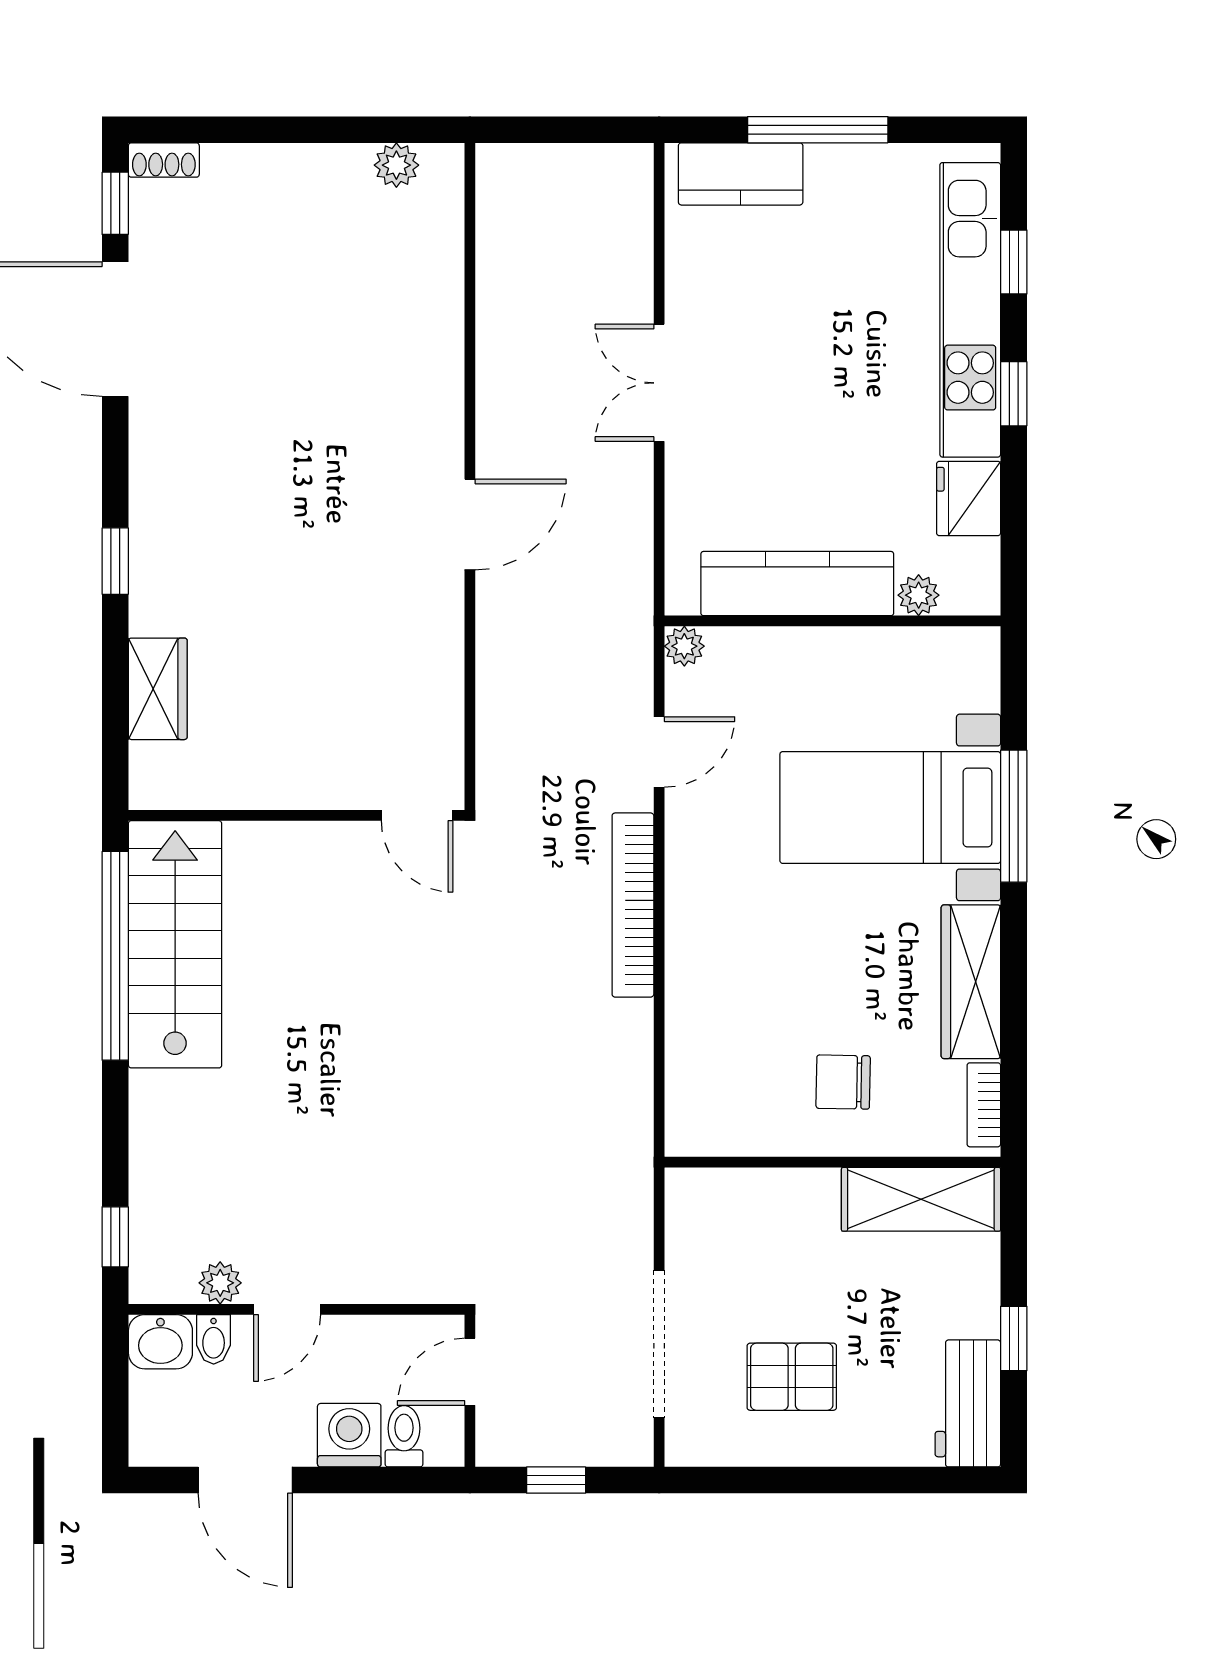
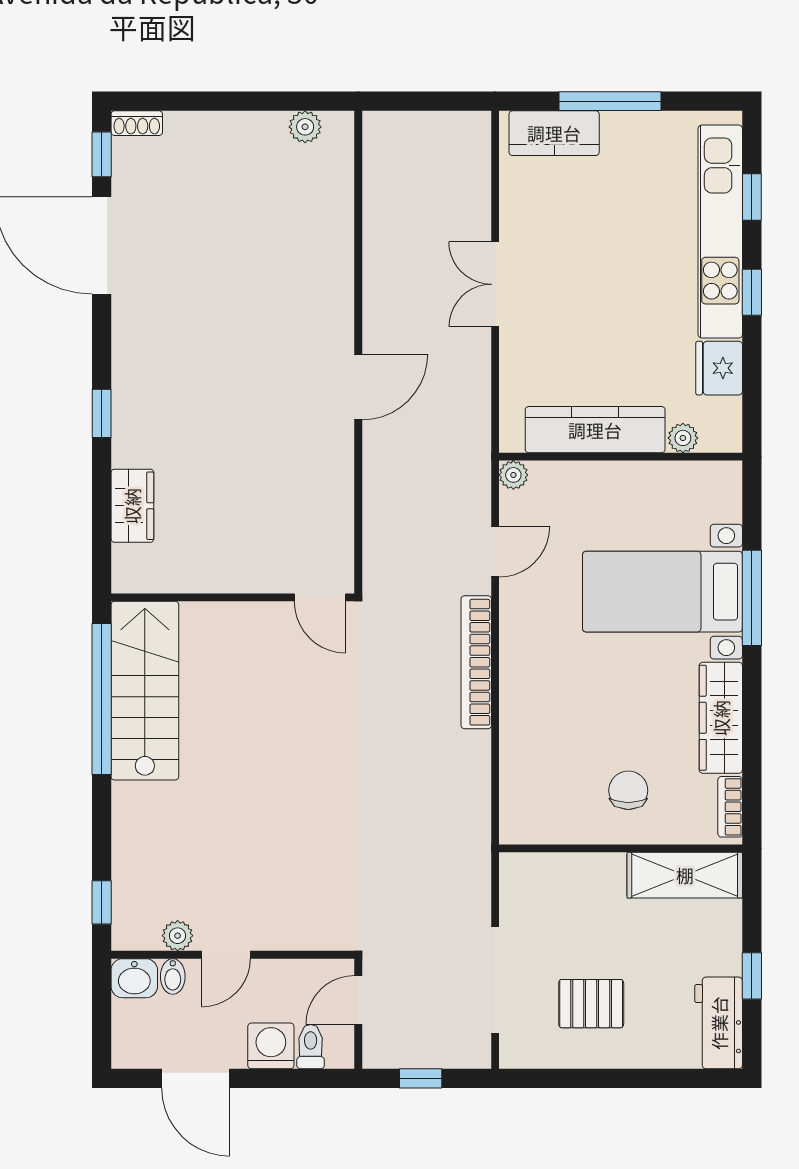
chair: (843, 1082) -> (628, 790), turned 89

